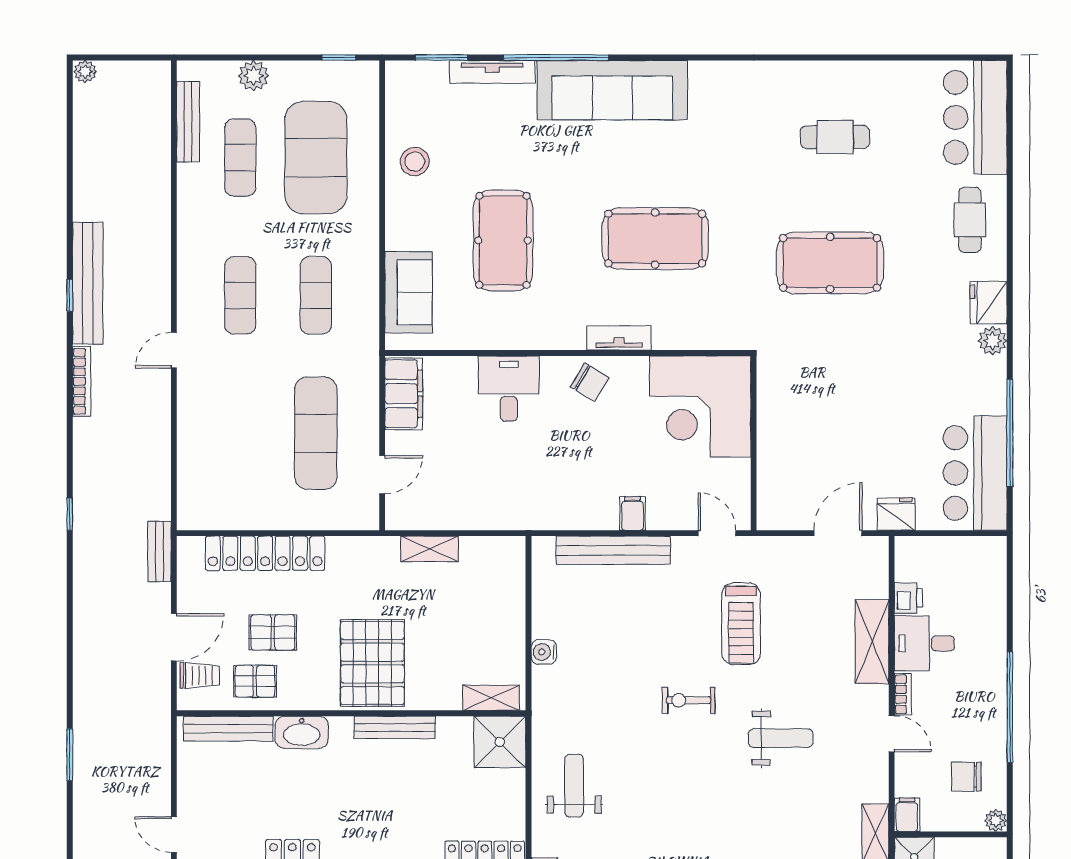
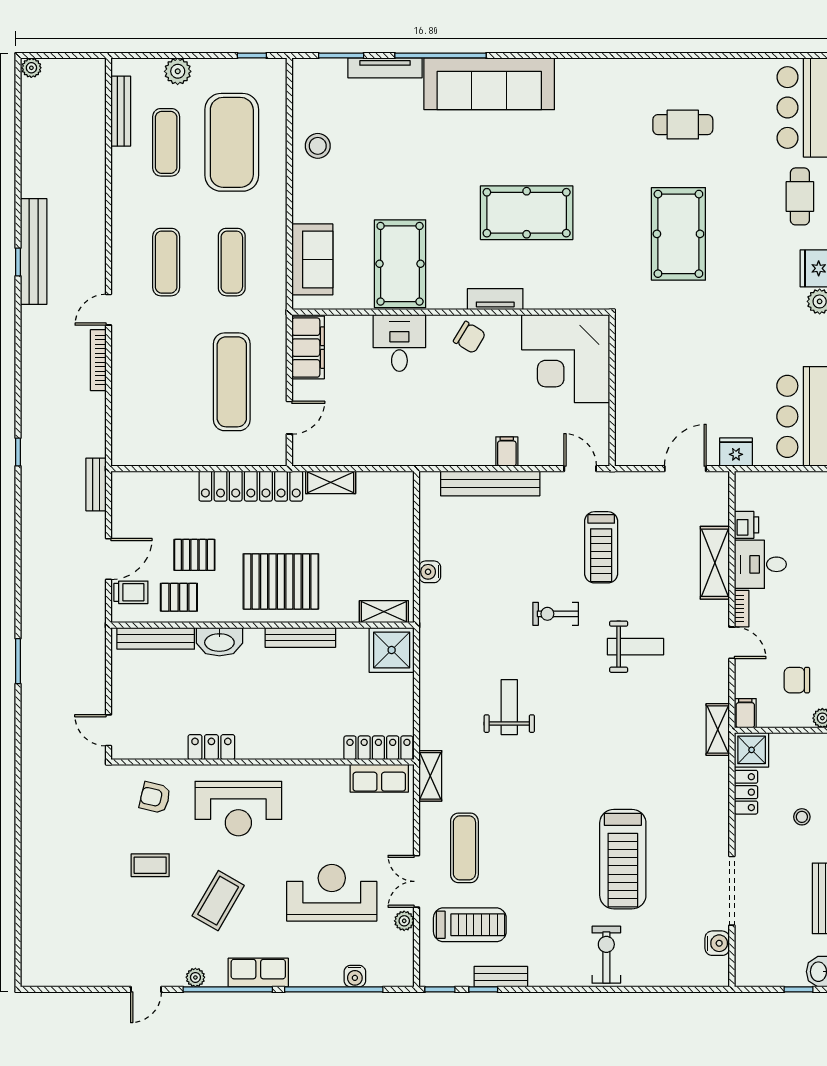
pool table: (503, 240) -> (400, 264), moved
pool table: (830, 263) -> (678, 234), turned 90
bookcase: (82, 381) -> (98, 360), moved, turned 180
locker: (265, 553) -> (251, 486), moved
pallet: (372, 663) -> (281, 581), turned 90
weight bench: (574, 786) -> (509, 707), moved

